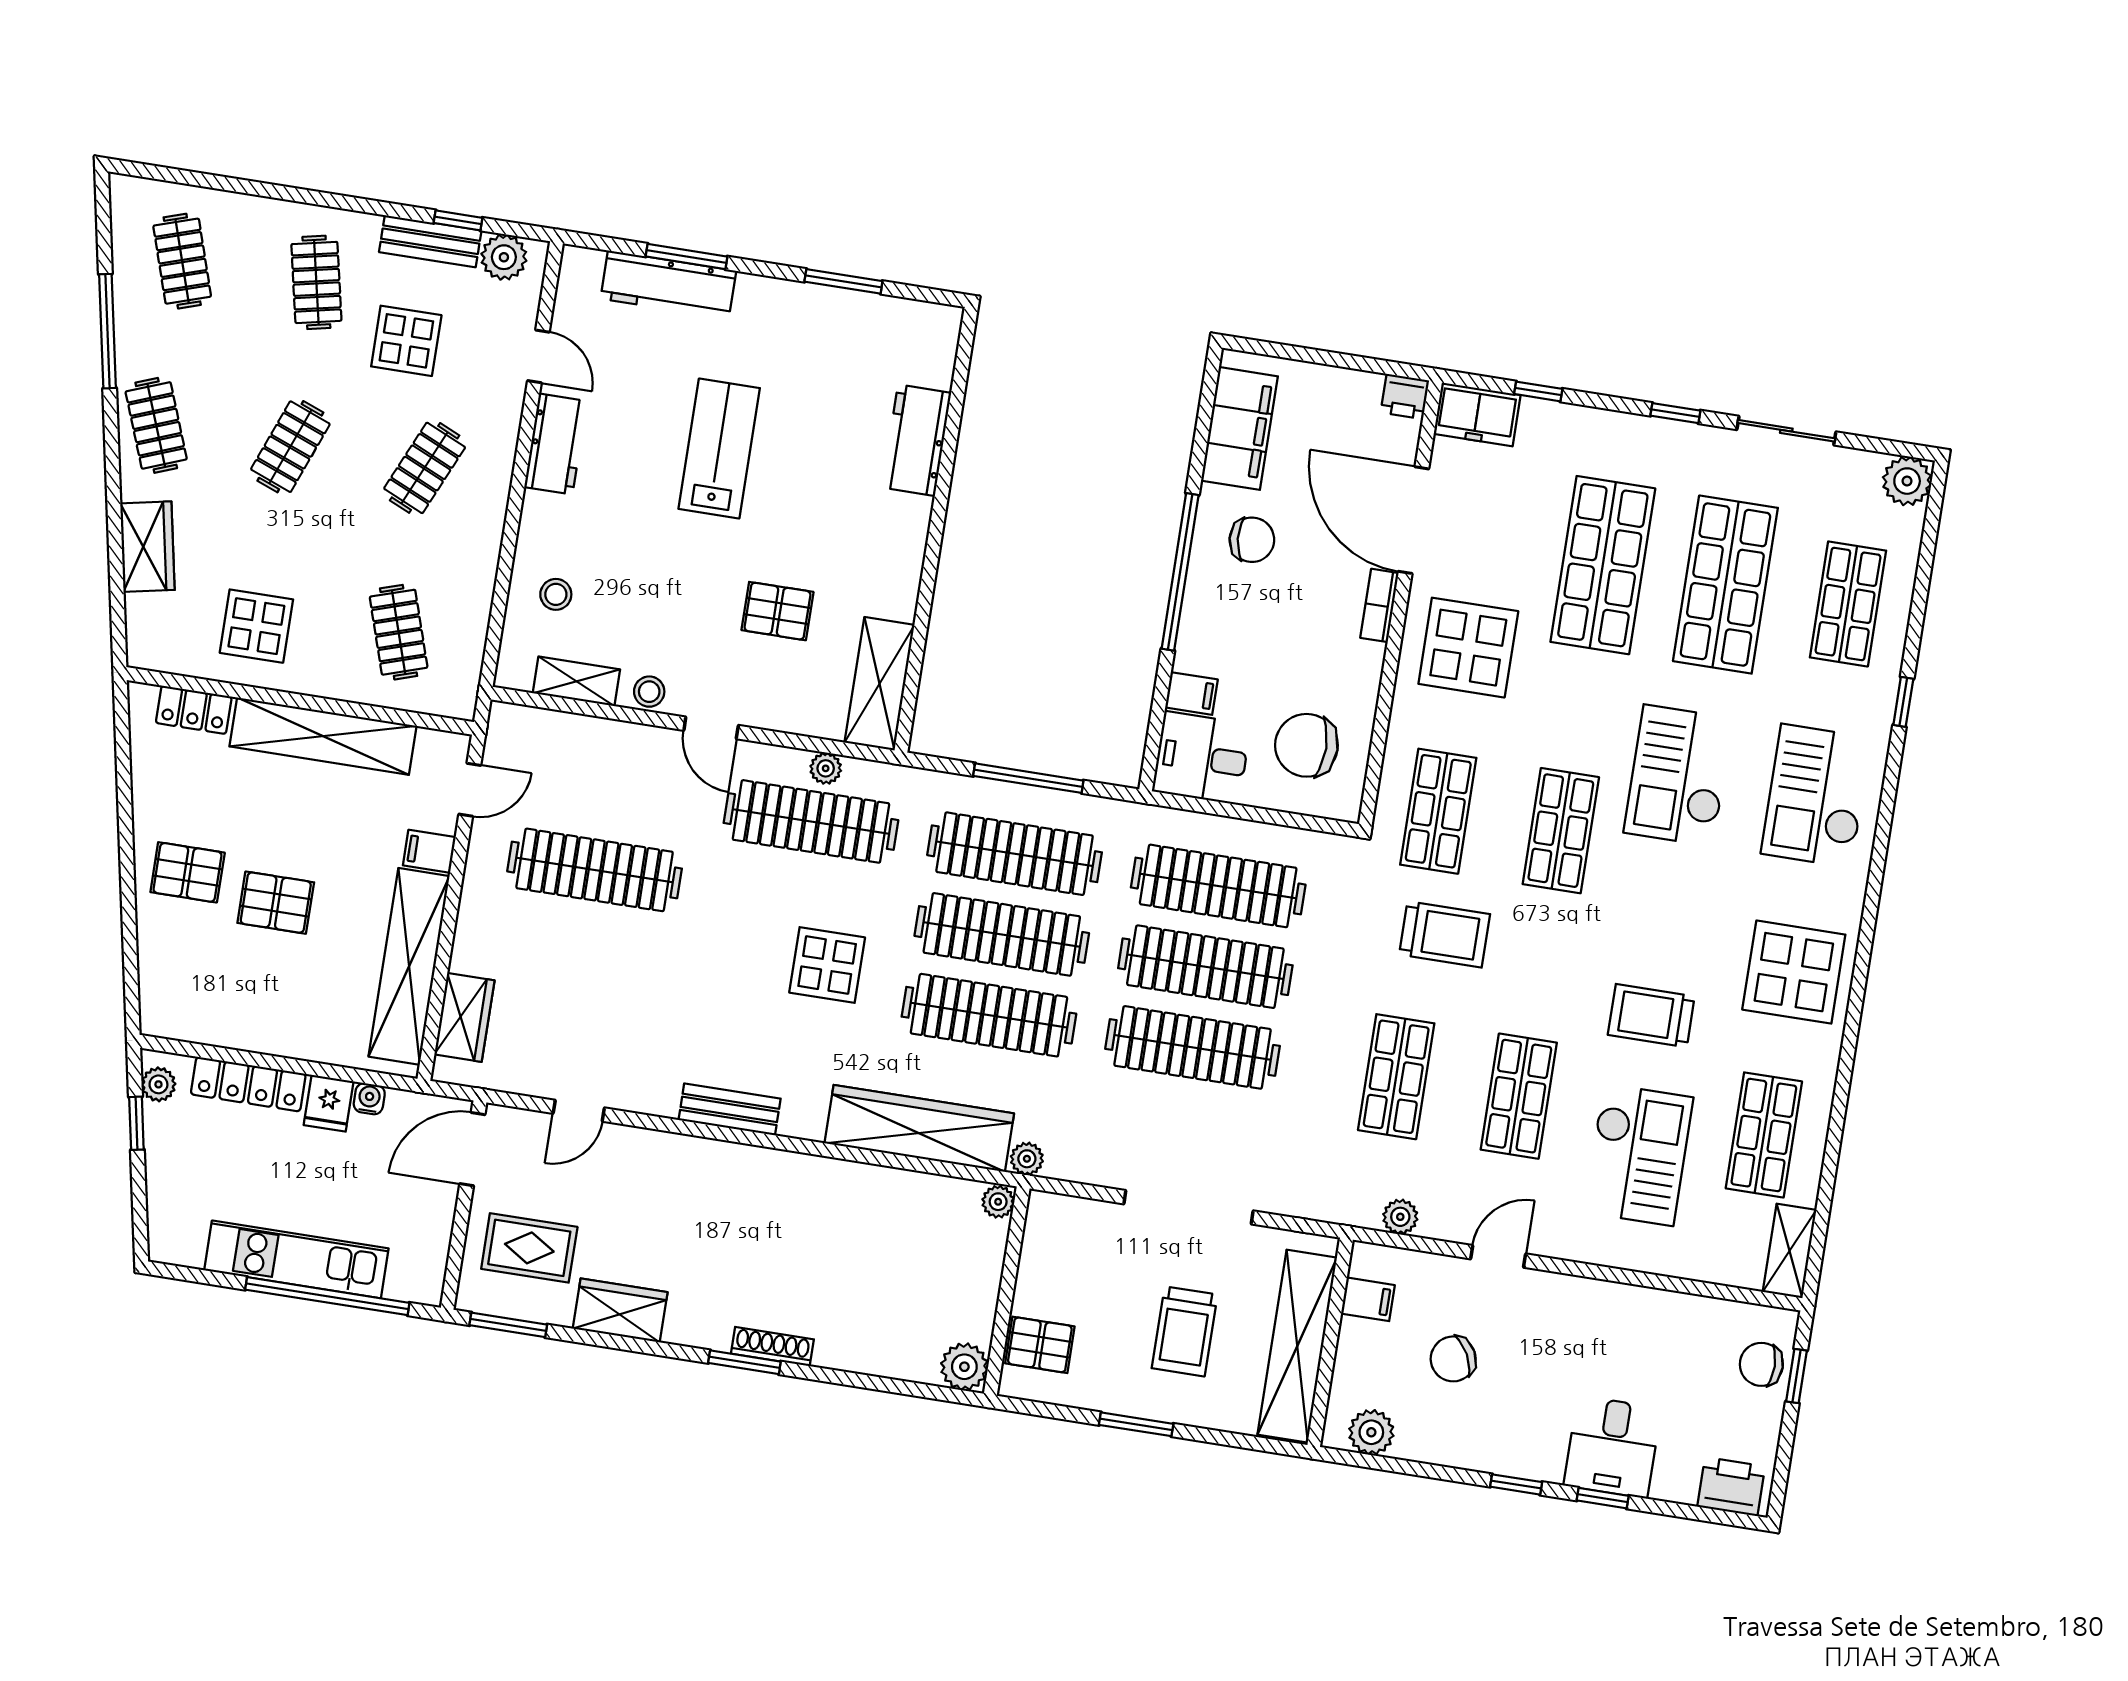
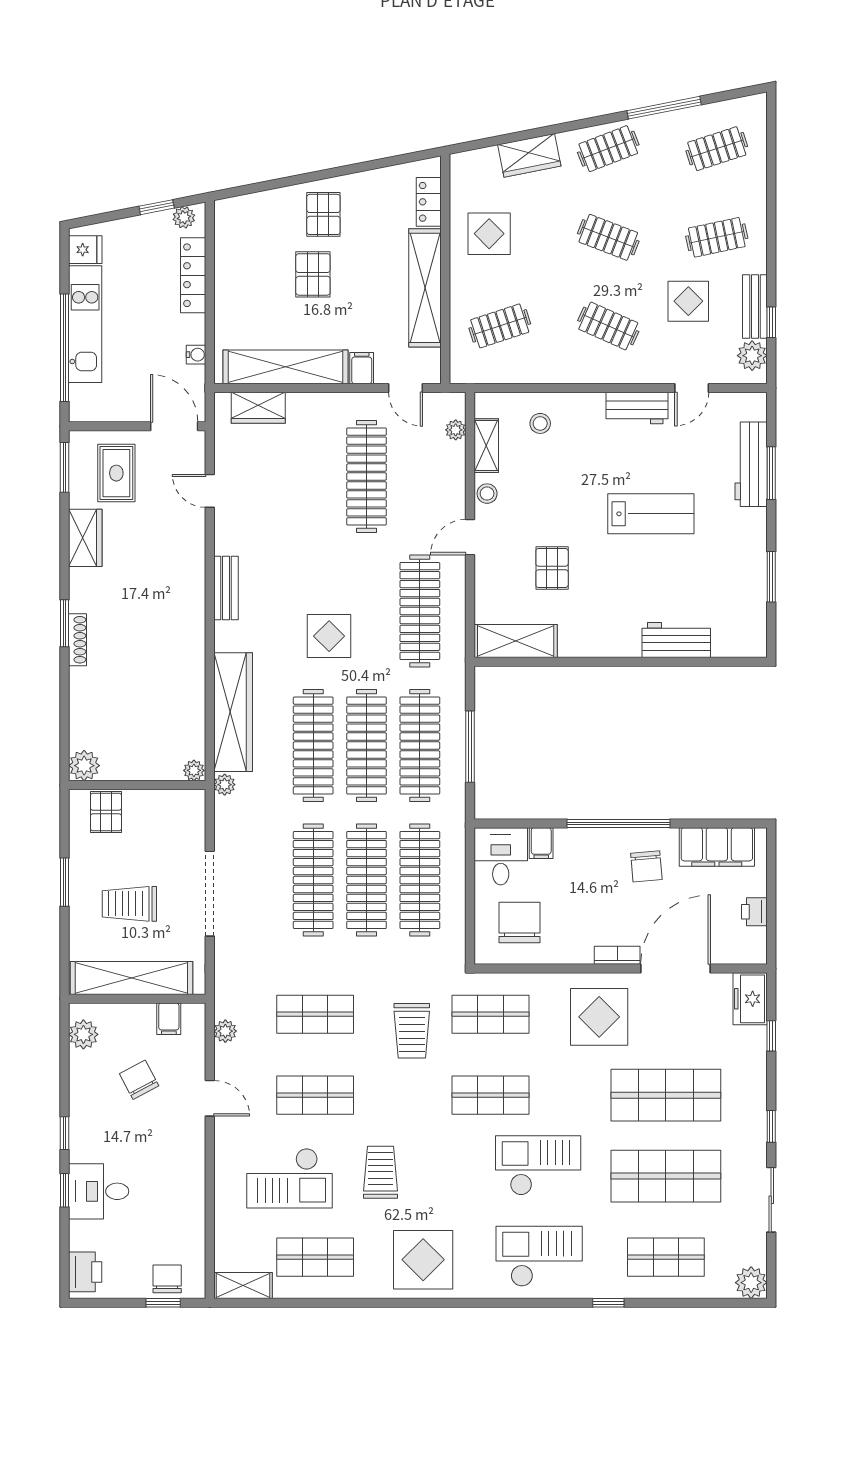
printer: (1405, 397) -> (754, 912), moved
plant: (826, 768) -> (456, 430), moved
fridge: (329, 1103) -> (85, 250), moved, turned 180

